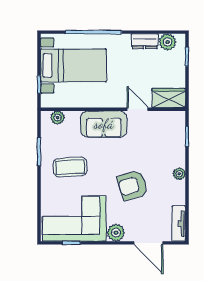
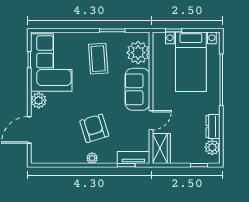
plant: (58, 117) -> (138, 53), width x1.88, depth x1.88
armchair: (133, 185) -> (94, 128), moved
tv unit: (179, 224) -> (133, 157), moved

